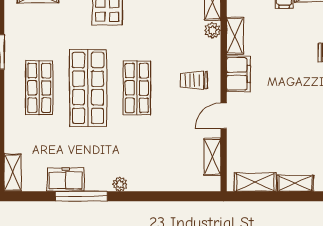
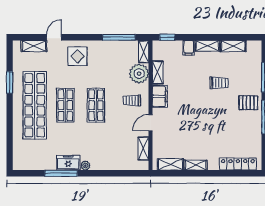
plant: (212, 30) -> (139, 74), width x1.87, depth x1.87
shop shelf: (39, 88) -> (35, 105), width x2.00, depth x1.36
shop shelf: (88, 88) -> (65, 105), width x0.70, depth x0.74
shelving: (13, 173) -> (18, 158), removed
freezer: (66, 179) -> (68, 163), moved

